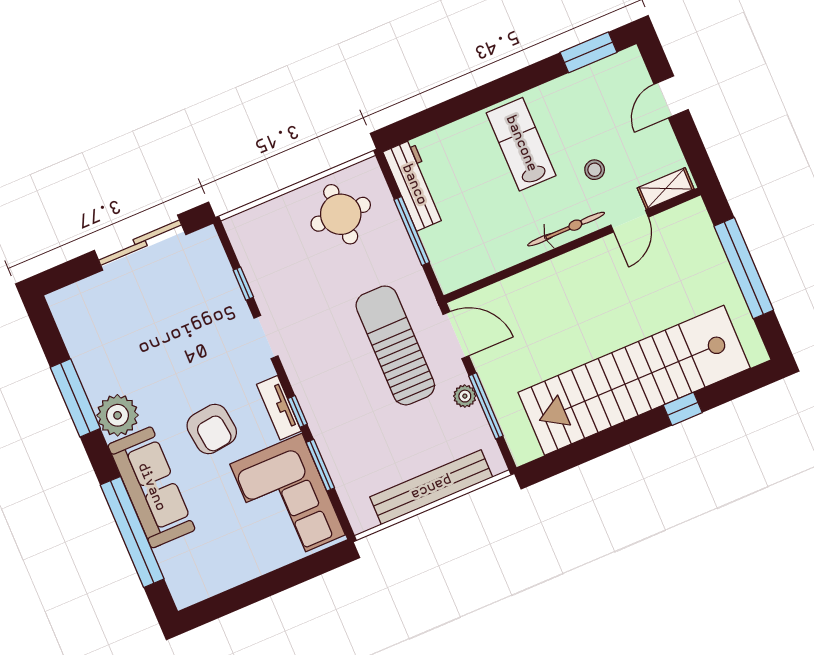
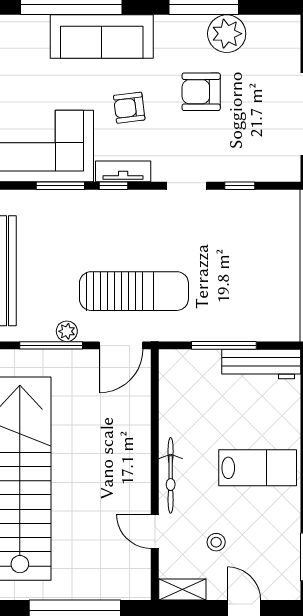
stool: (595, 170) -> (216, 542), moved
shelving: (666, 188) -> (182, 590), moved, turned 90
round table: (341, 214) -> (263, 292), removed
armchair: (165, 363) -> (201, 92), added
plant: (118, 415) -> (227, 34), moved
armchair: (212, 429) -> (129, 108), width x0.72, depth x0.72

